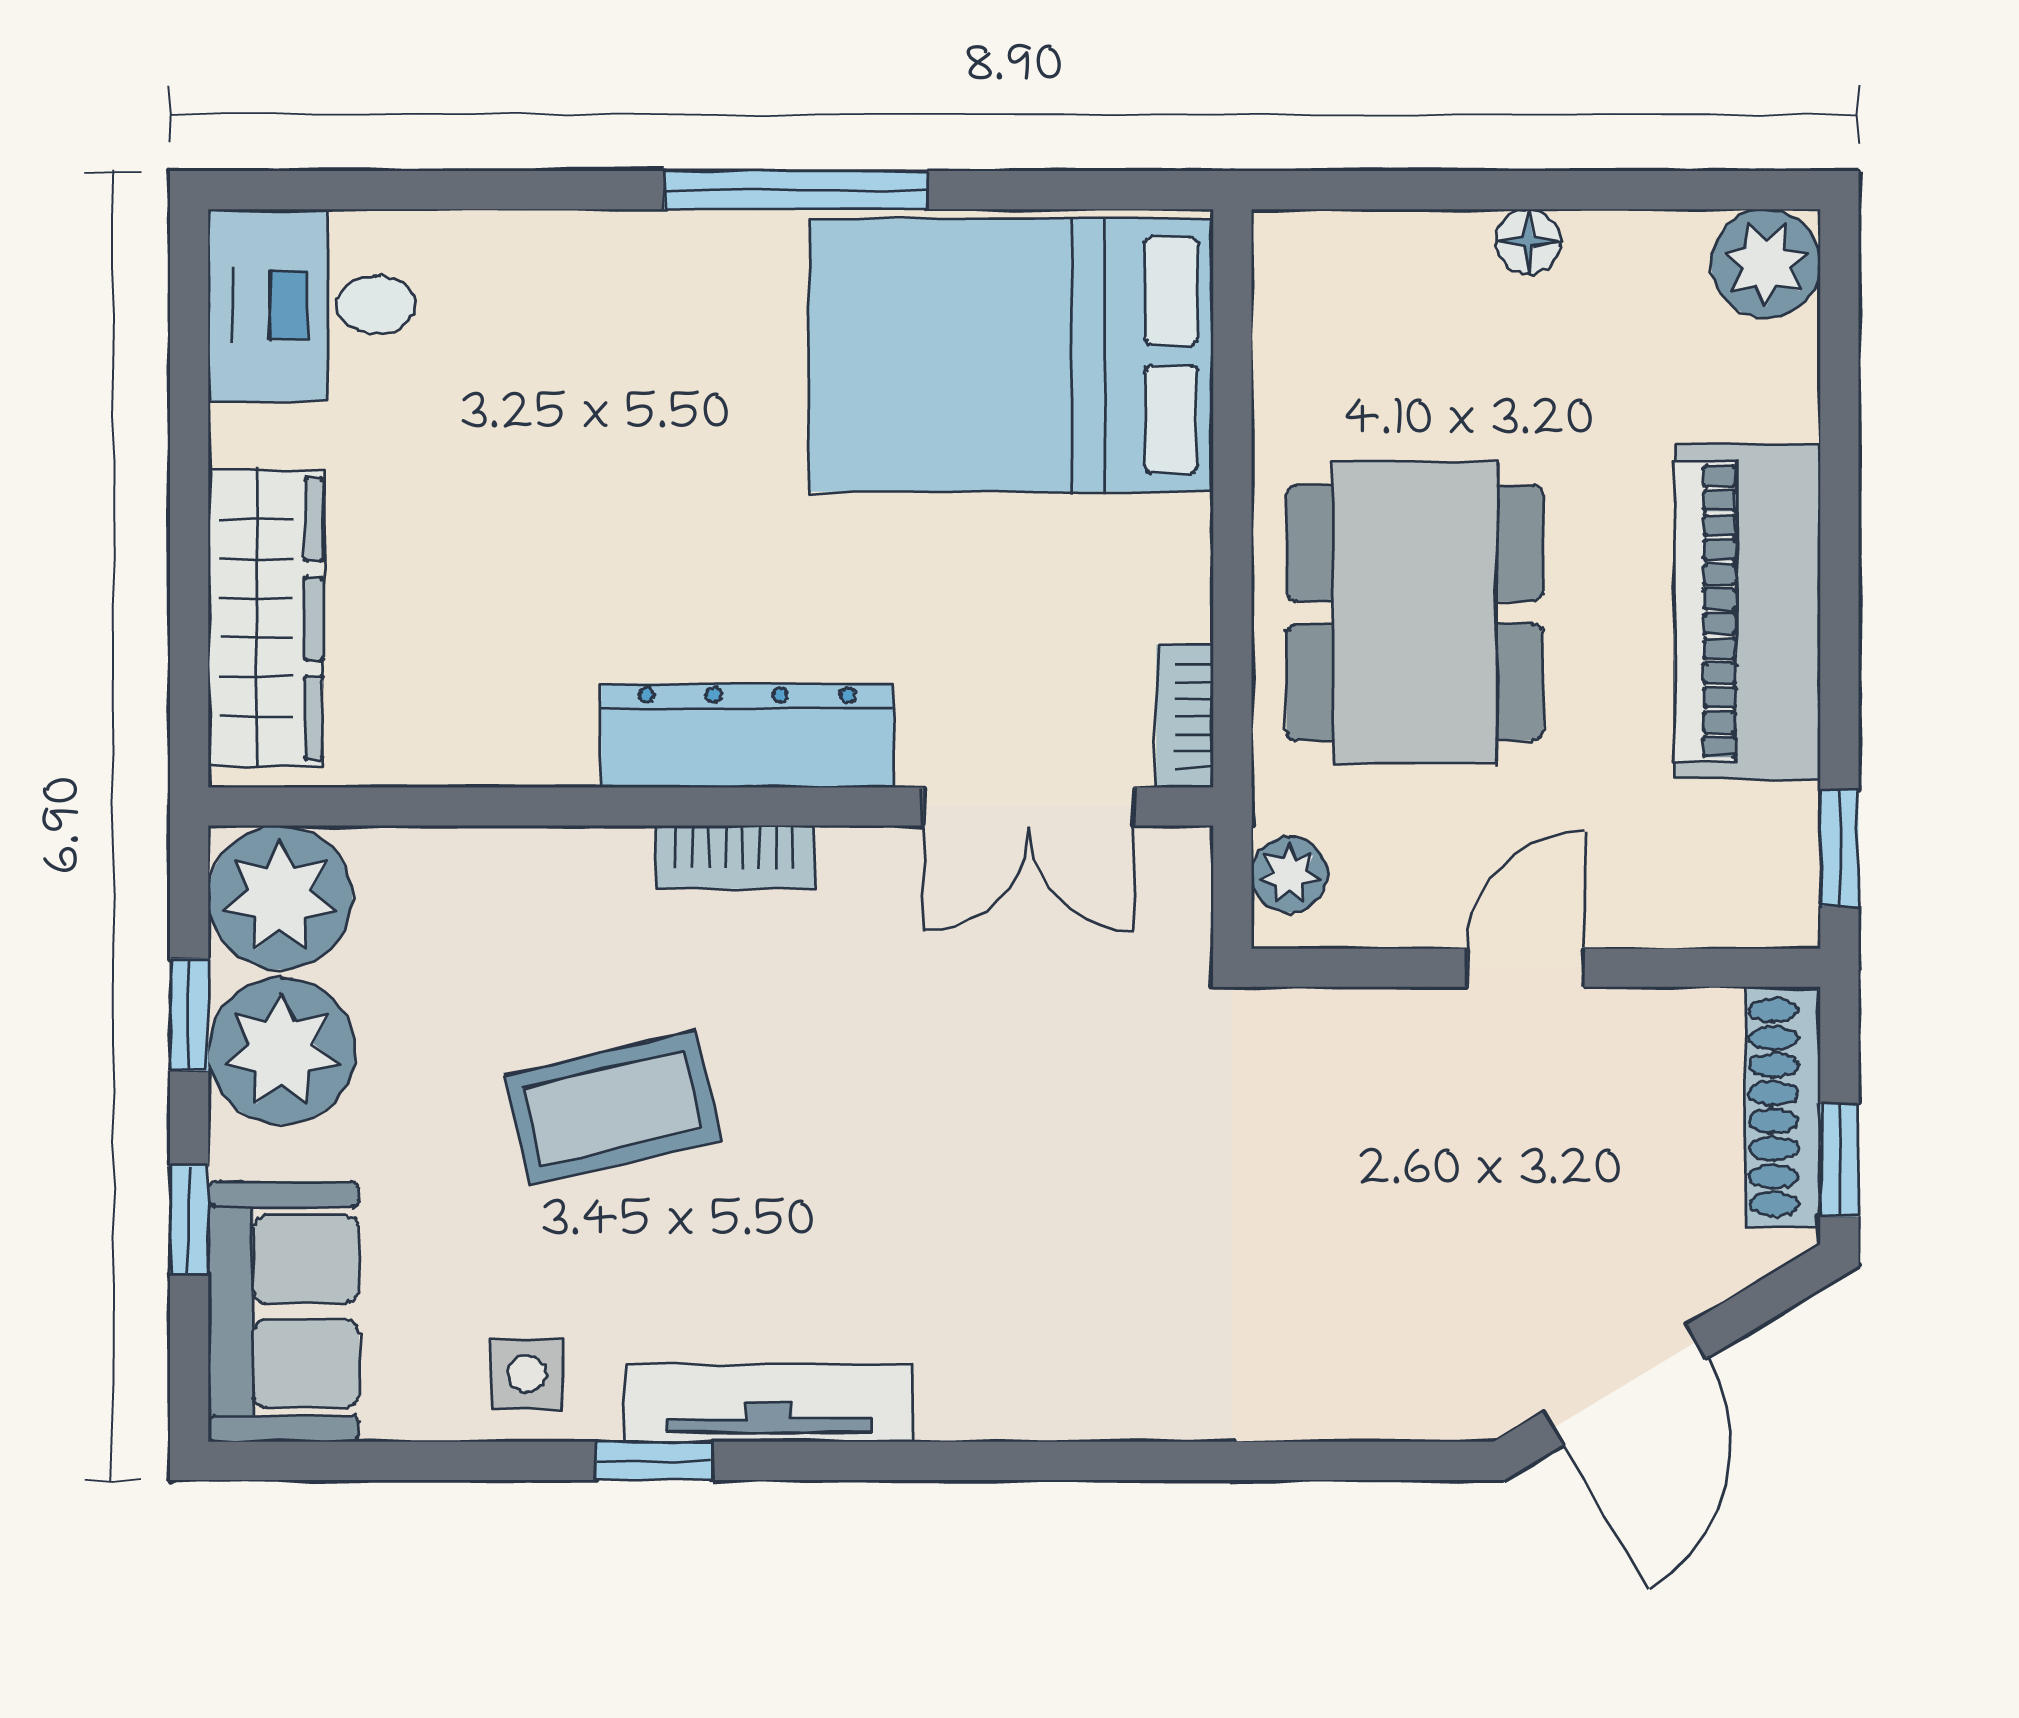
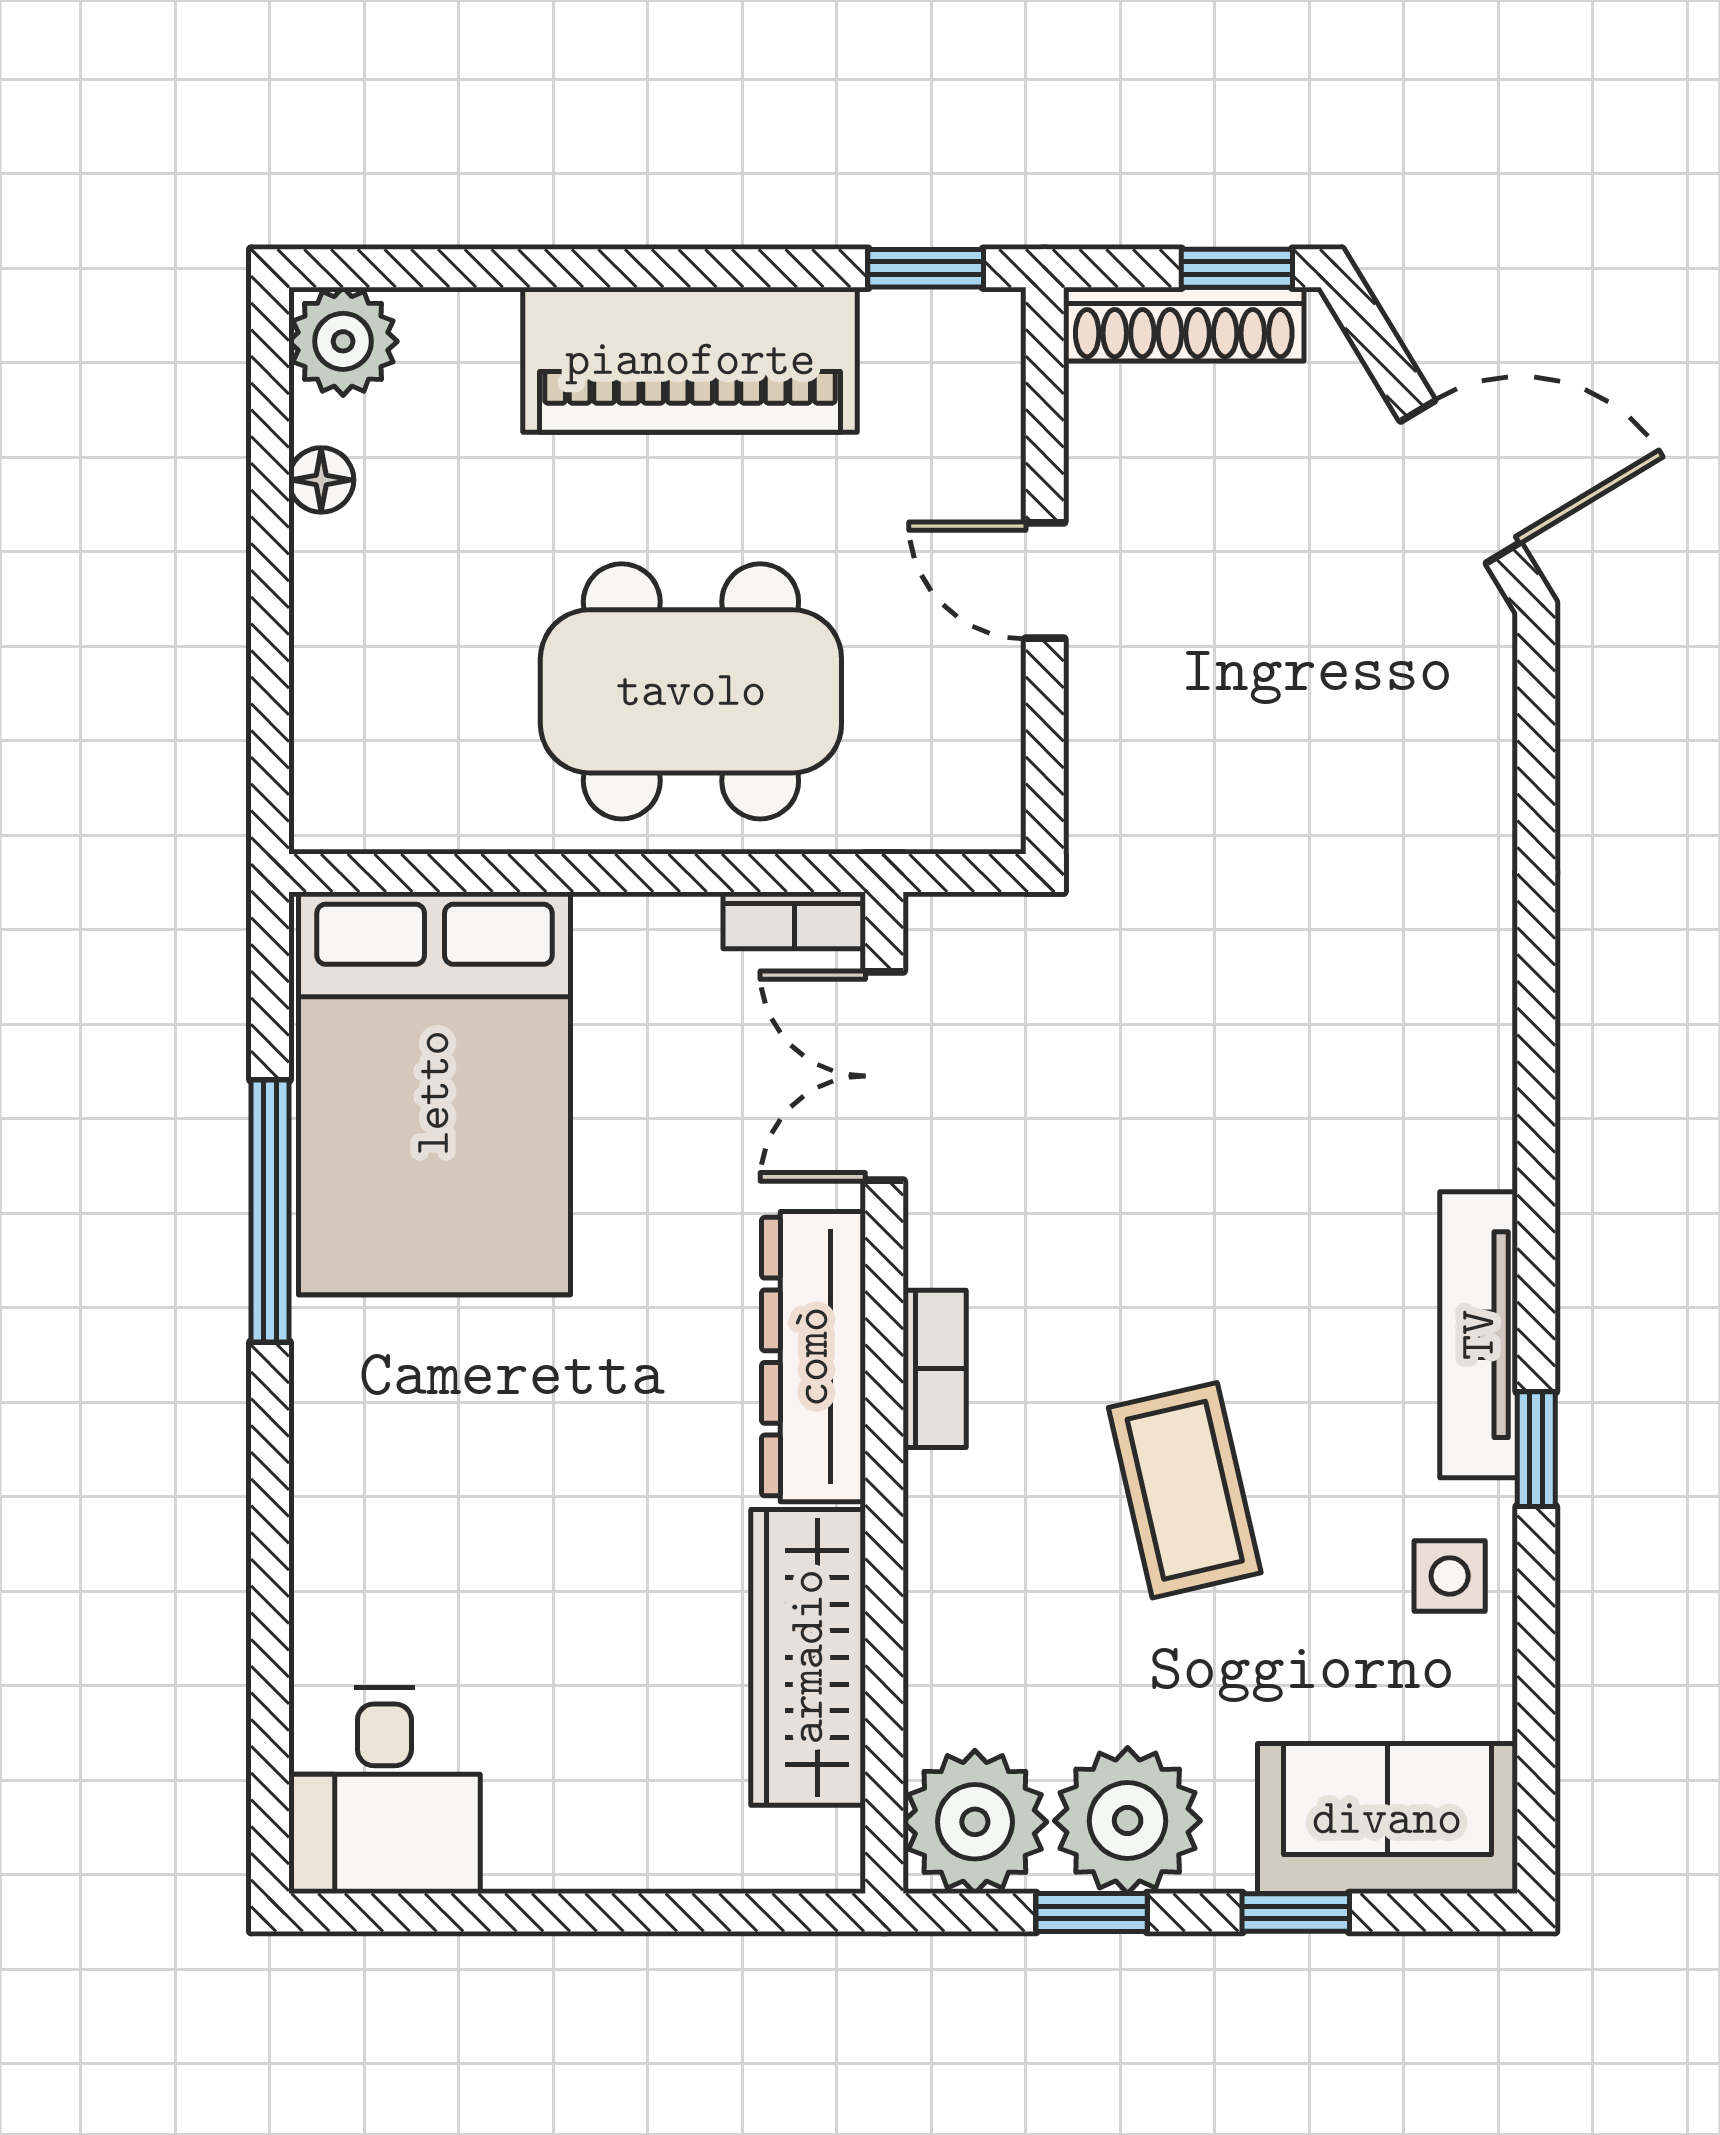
window: (796, 190) -> (270, 1211), moved
floor lamp: (1528, 242) -> (321, 480), moved
wardrobe: (266, 618) -> (808, 1657), moved, turned -90
double door: (1029, 806) -> (884, 1076), swing flipped
plant: (1289, 874) -> (952, 816), removed

